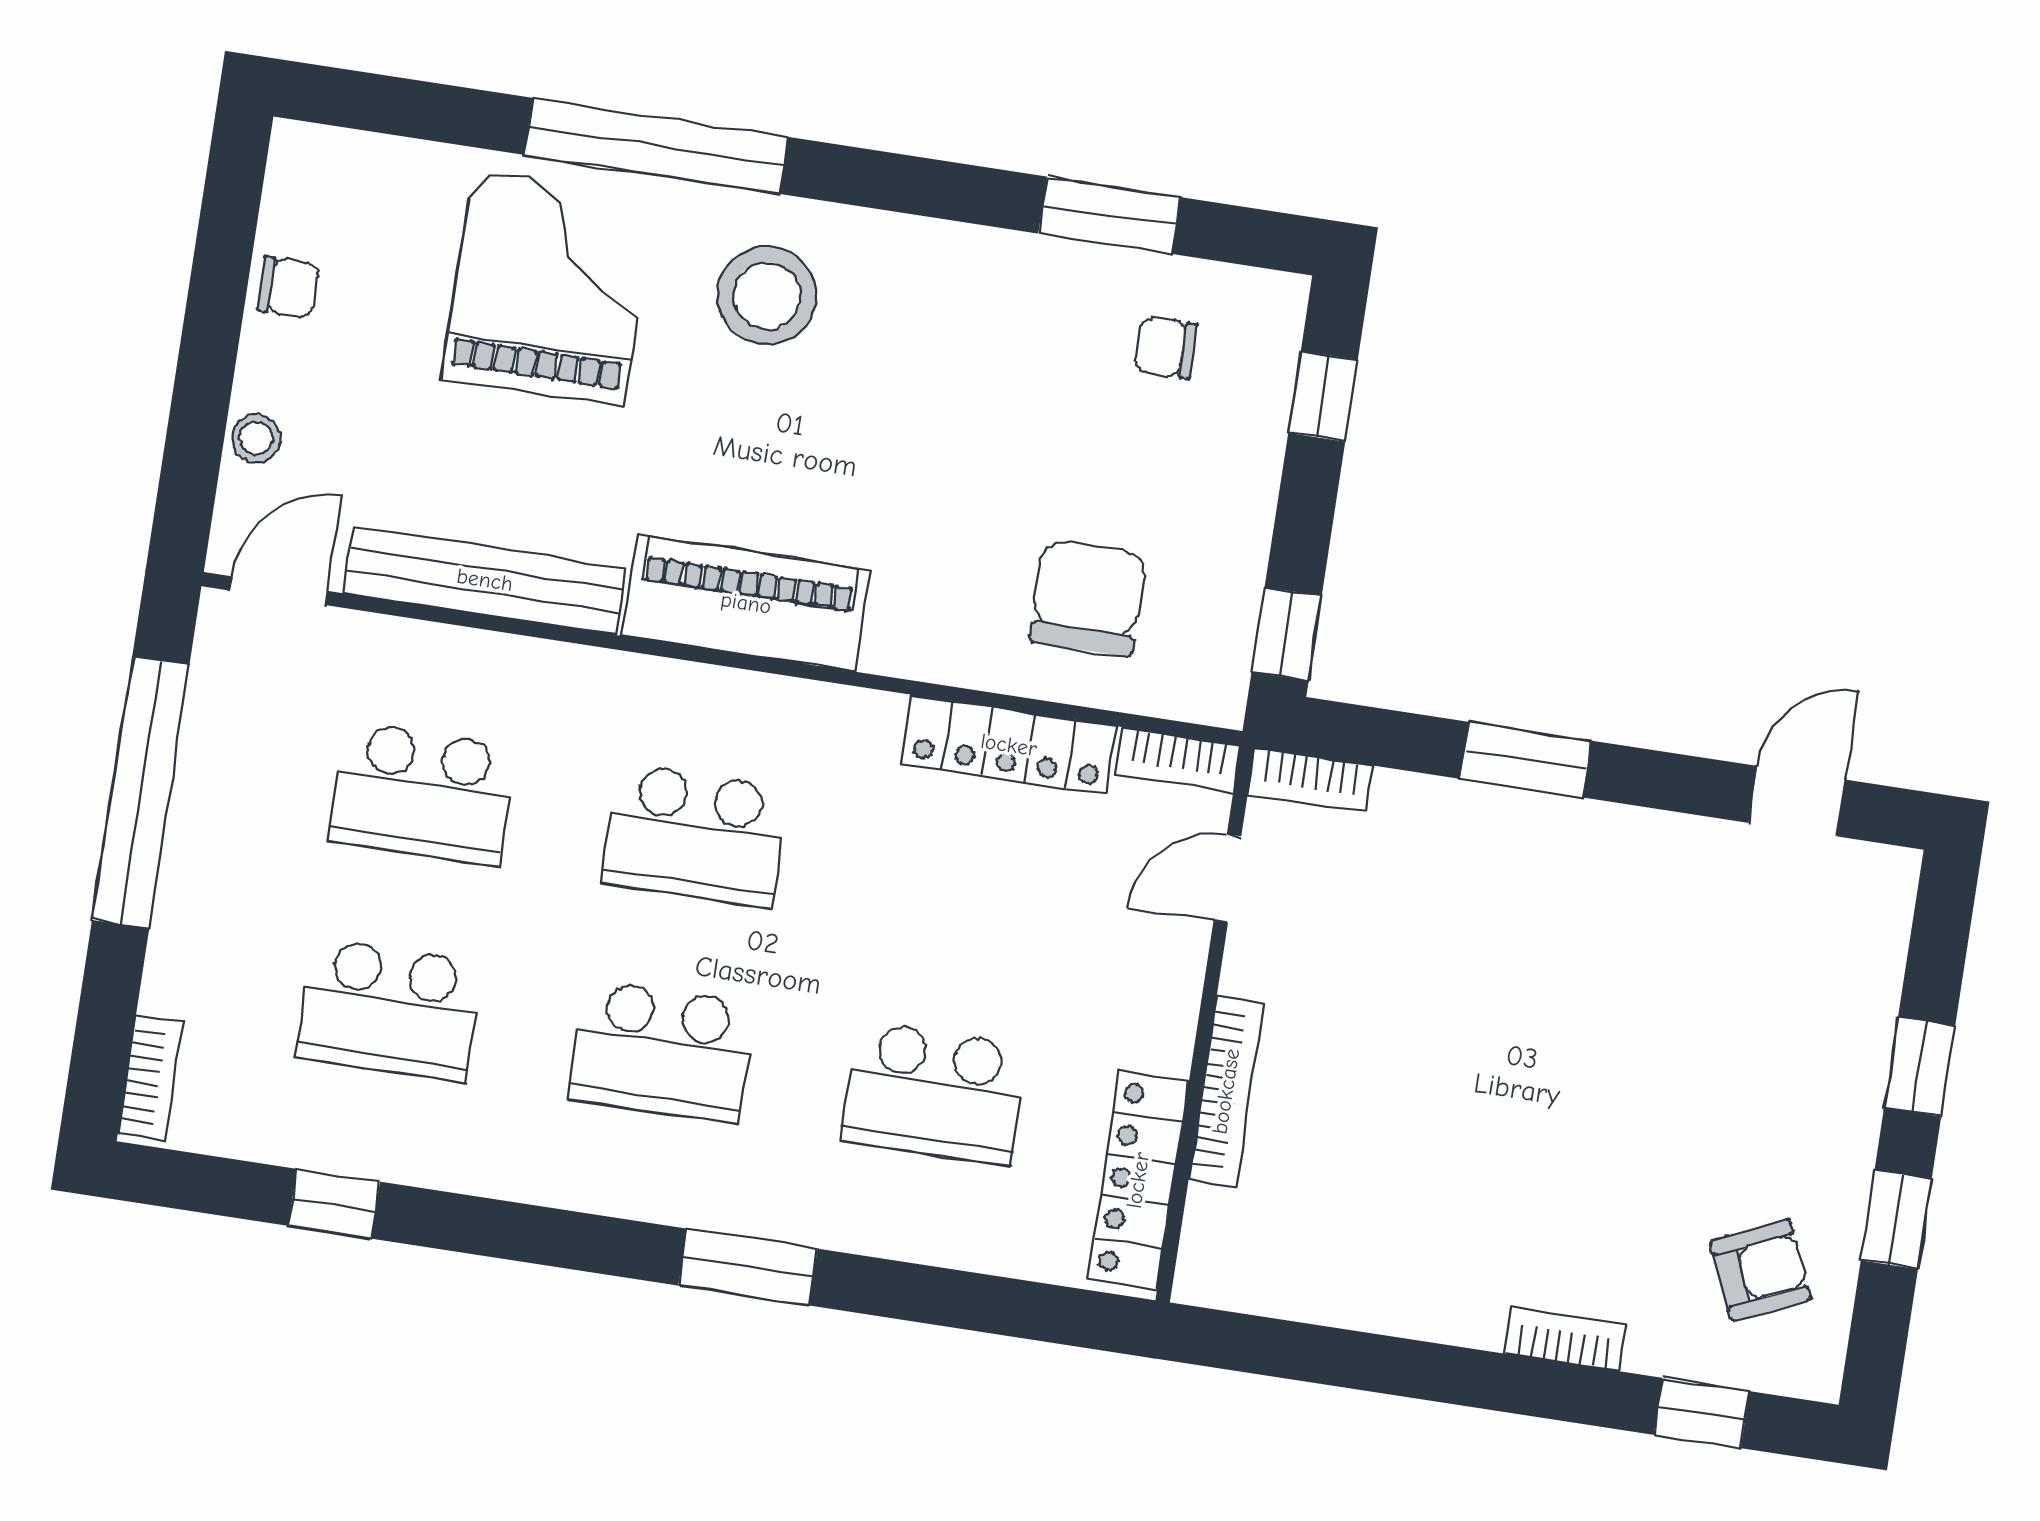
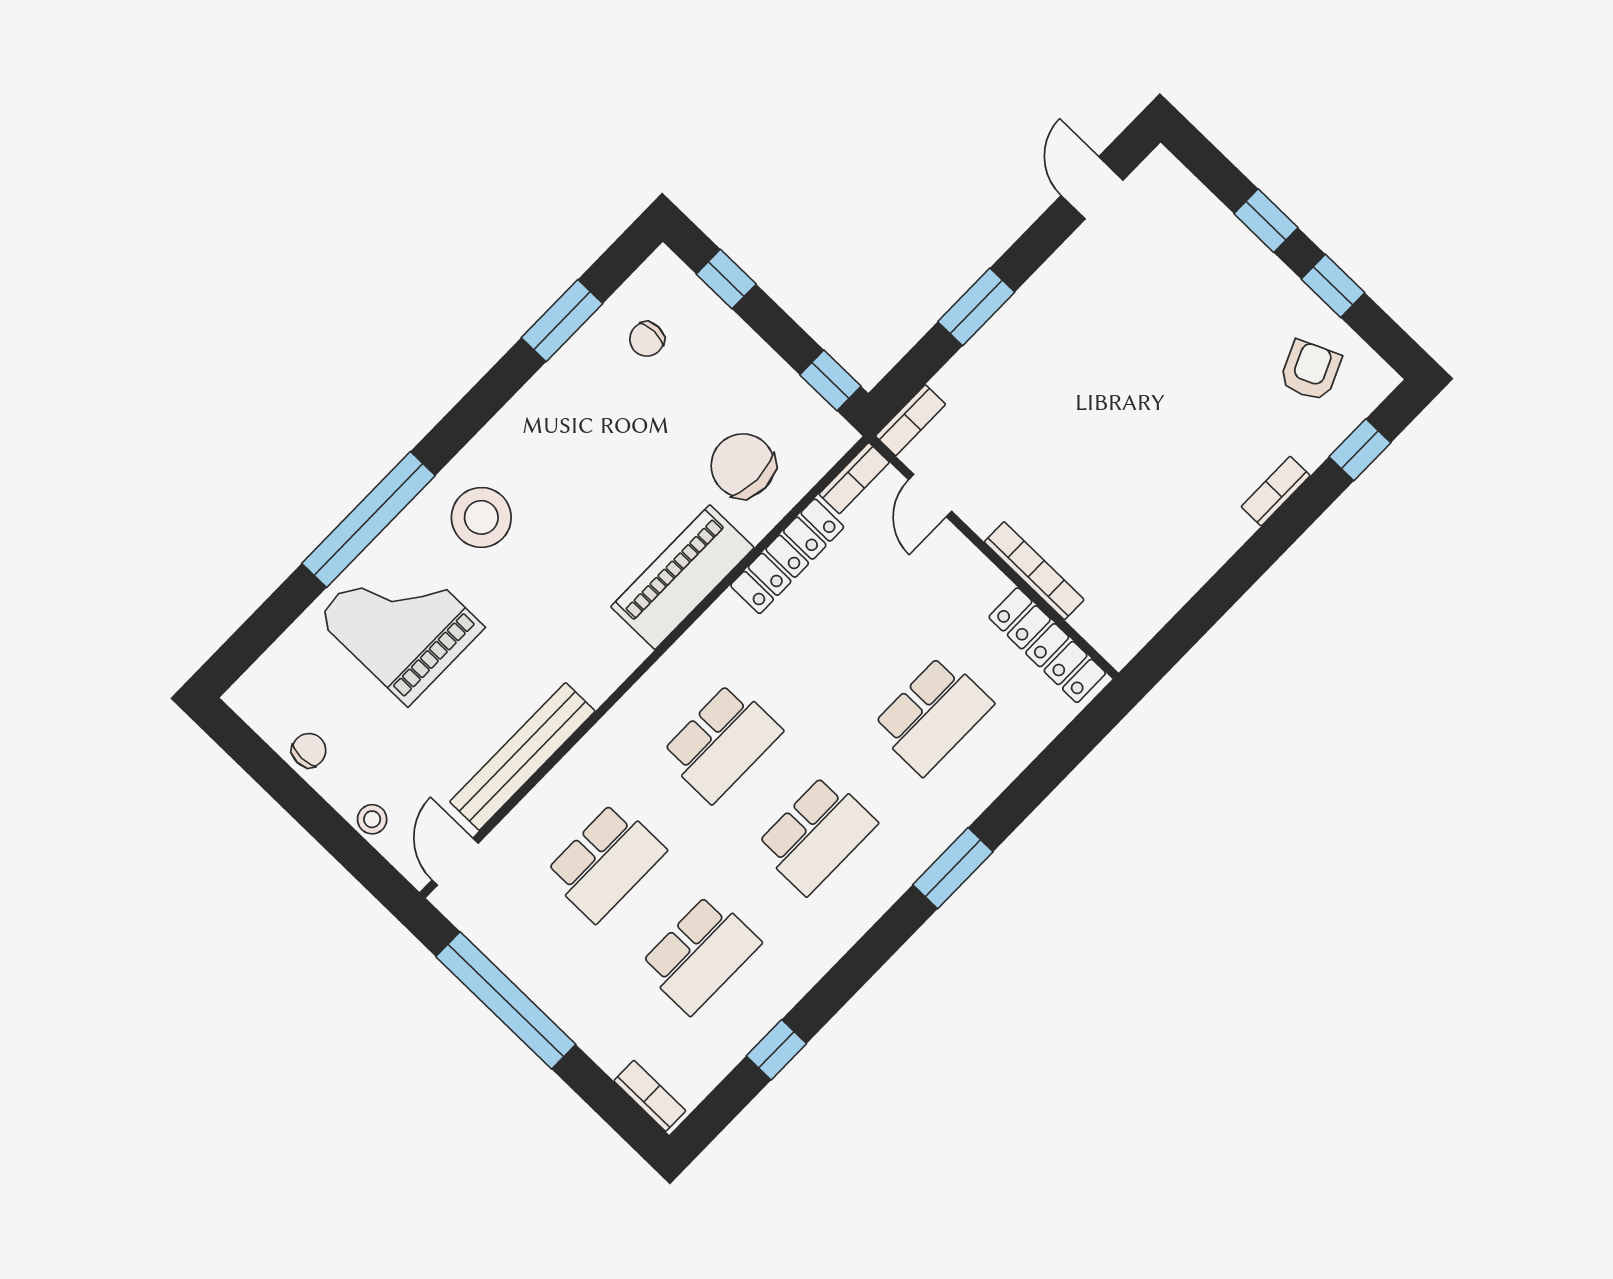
piano: (746, 603) -> (682, 577), moved

